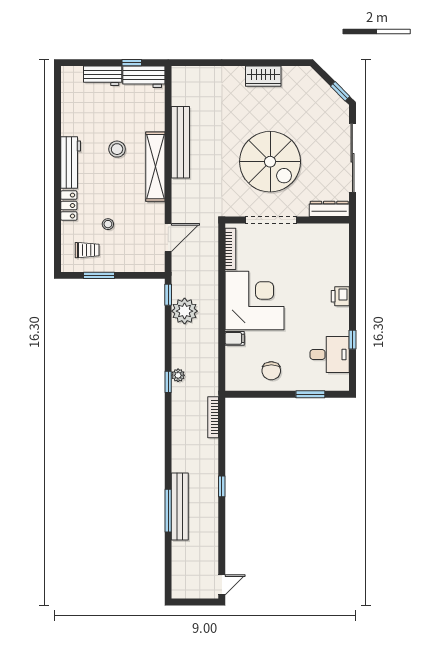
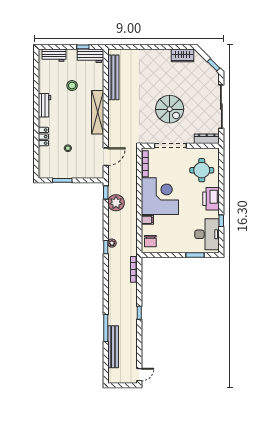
workbench: (103, 76) -> (54, 55), moved
wardrobe: (263, 76) -> (183, 55), moved
bench: (180, 142) -> (113, 77), moved
stool: (117, 149) -> (72, 86), moved
spiral stairs: (270, 162) -> (170, 109), width x0.73, depth x0.73
workbench: (71, 163) -> (45, 105), width x0.73
trolley: (87, 250) -> (55, 165), removed
round table: (321, 259) -> (202, 170), added
printer: (340, 296) -> (211, 199), width x1.87, depth x1.48
desk: (330, 355) -> (207, 234), width x1.37
chair: (271, 371) -> (150, 241), moved
bench: (180, 506) -> (113, 347), moved

